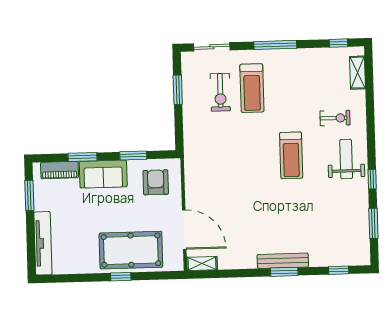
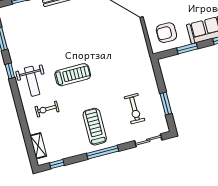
treadmill: (252, 88) -> (95, 127), moved
exercise bike: (220, 92) -> (135, 109), turned 180
treadmill: (291, 155) -> (73, 75), turned 90
armchair: (156, 182) -> (166, 33), turned 90

